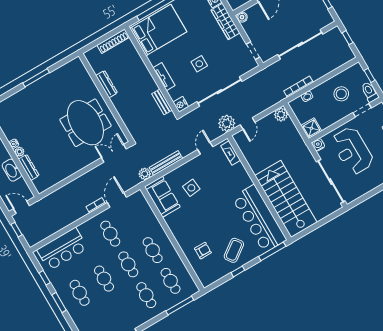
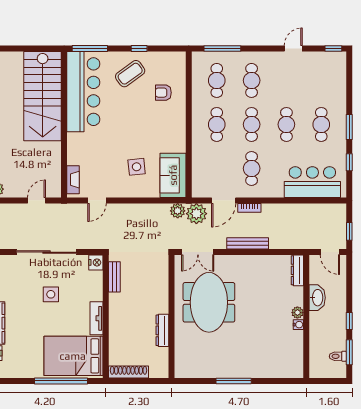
tv unit: (164, 77) -> (96, 318), moved
plant: (227, 123) -> (196, 214), moved
bench: (166, 163) -> (248, 243), moved
dresser: (29, 167) -> (297, 270), moved

